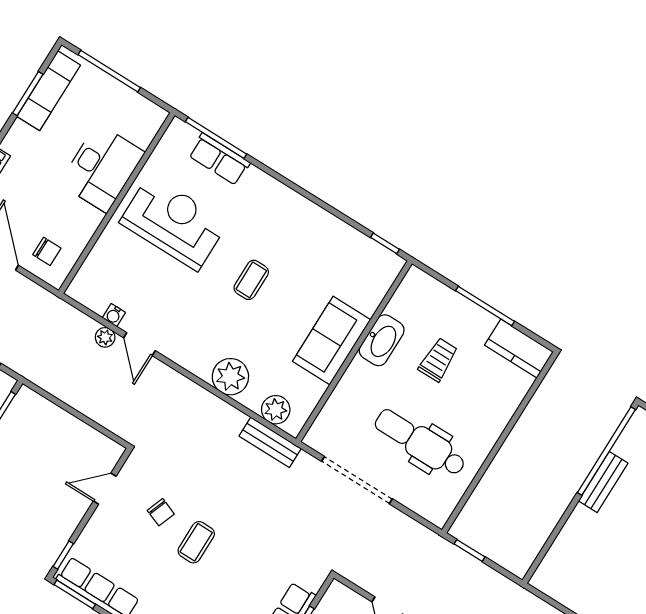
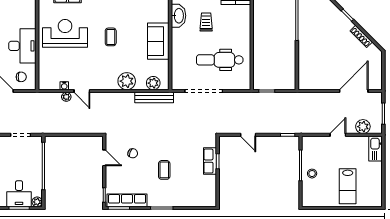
desk: (102, 168) -> (22, 46), moved
washbasin: (382, 340) -> (178, 16), moved
bench: (270, 442) -> (154, 98), width x1.36
bench: (603, 482) -> (303, 30), removed
door: (105, 489) -> (104, 158), swing flipped
coffee table: (196, 542) -> (164, 170), moved

